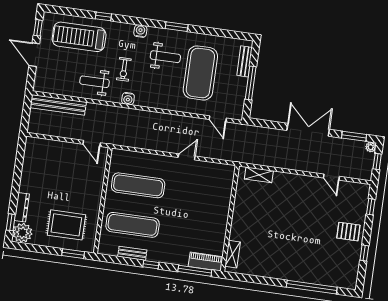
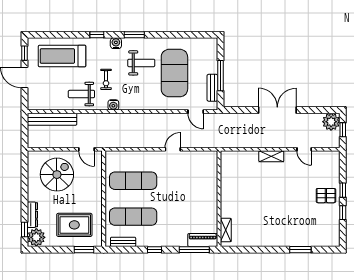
window: (103, 16) -> (97, 35), moved
window: (177, 27) -> (134, 35), moved
bench: (245, 61) -> (212, 88), moved
window: (354, 136) -> (319, 110), removed
plant: (371, 147) -> (331, 122), width x1.88, depth x1.88
spiral stairs: (55, 167) -> (57, 175), added
shelving: (259, 175) -> (271, 156), moved
window: (371, 207) -> (343, 190), moved
bench: (132, 253) -> (123, 242), moved
window: (312, 287) -> (300, 250), width x0.47

